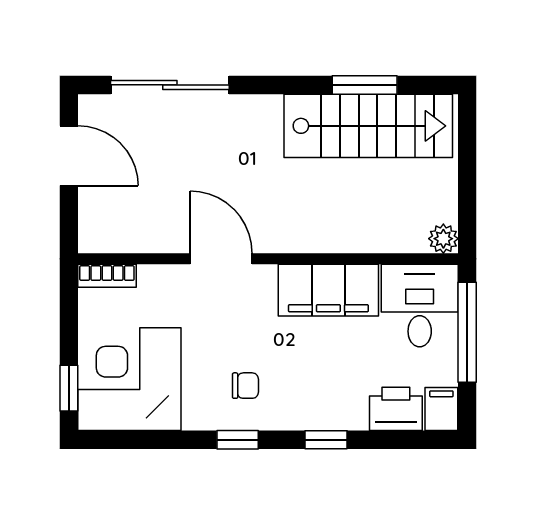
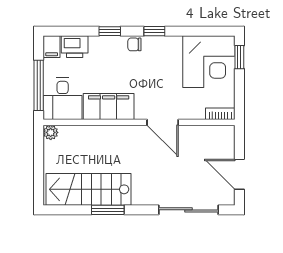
window: (365, 85) -> (108, 210), moved
chair: (245, 386) -> (134, 44), moved

